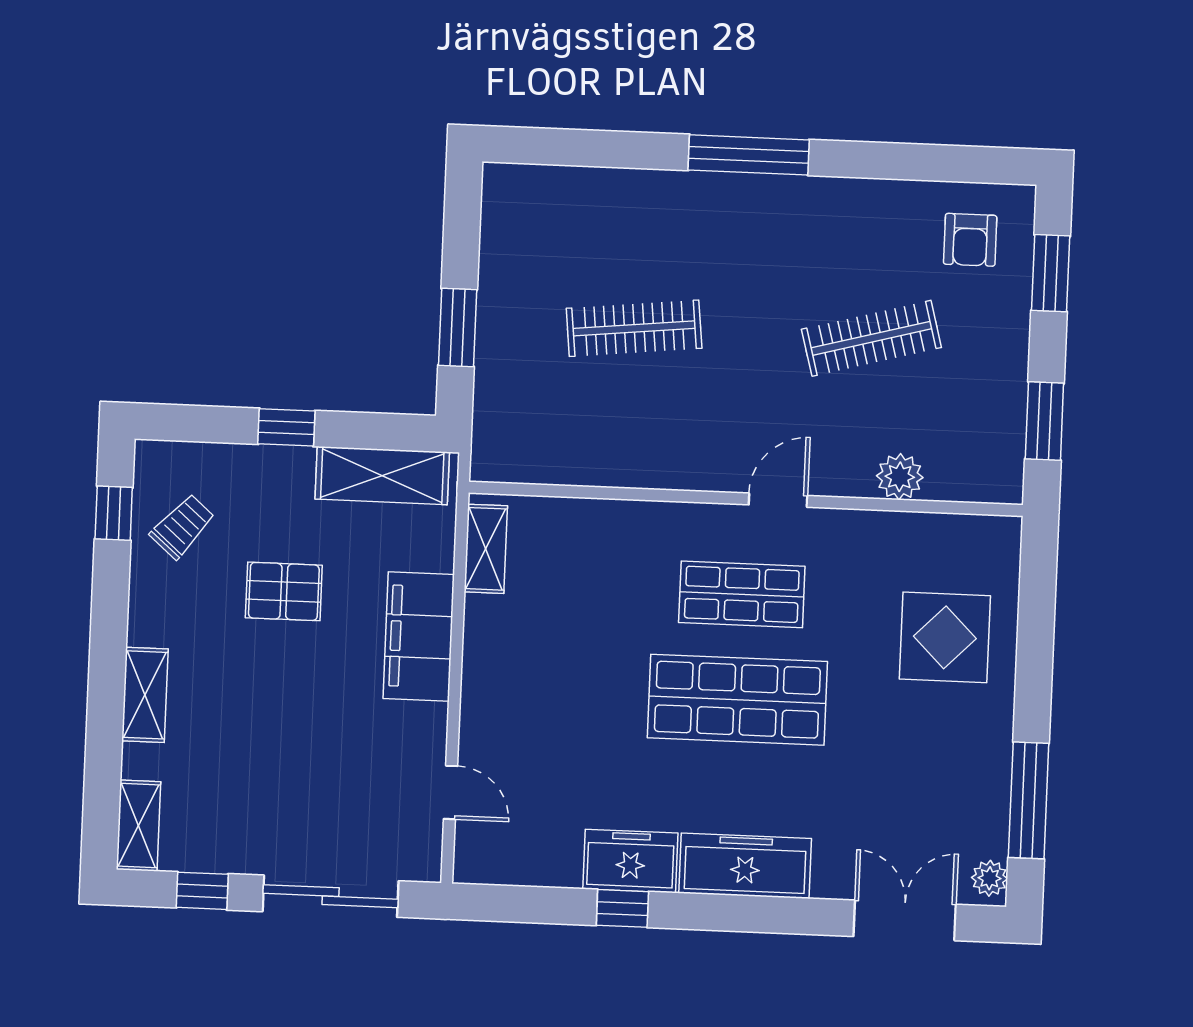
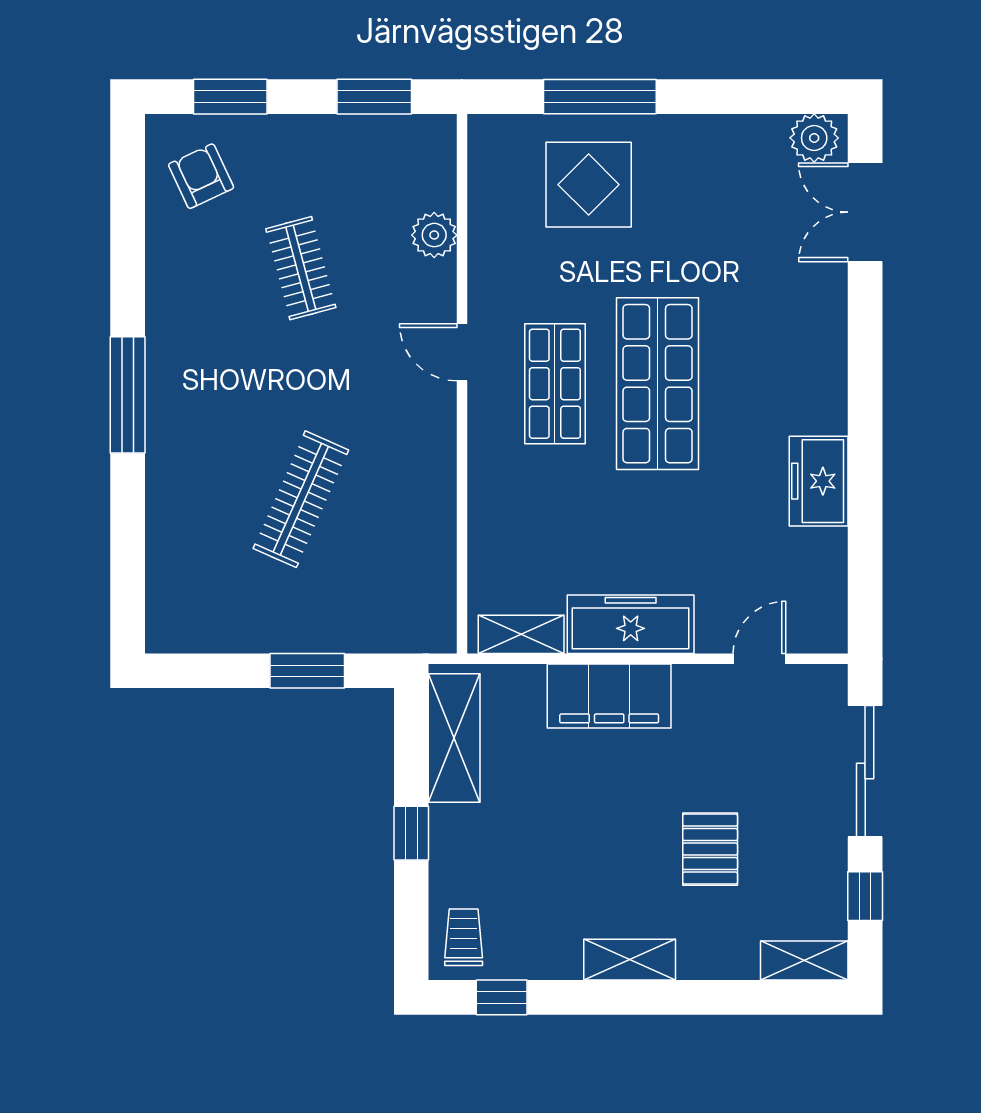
armchair: (970, 240) -> (201, 176), turned -115
clothes rail: (634, 328) -> (301, 499), turned 30
clothes rail: (871, 338) -> (301, 268), width x0.73
trolley: (182, 526) -> (464, 937), moved, turned 49
pallet: (284, 591) -> (710, 849), moved
shelving: (145, 695) -> (630, 960), moved
window: (1029, 800) -> (600, 97), moved
freezer: (745, 866) -> (631, 624), moved, turned 90
plant: (990, 878) -> (814, 138), width x1.38, depth x1.38
window: (622, 908) -> (865, 487), removed

